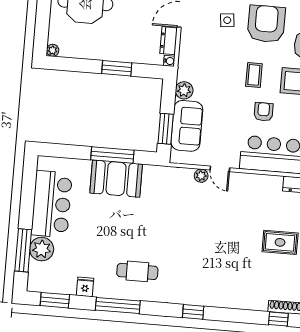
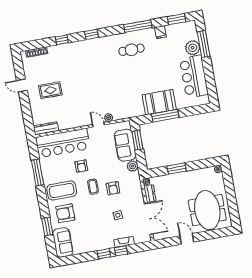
armchair: (266, 24) -> (113, 188), moved, width x0.53, depth x0.53
window: (278, 319) -> (62, 40), moved

